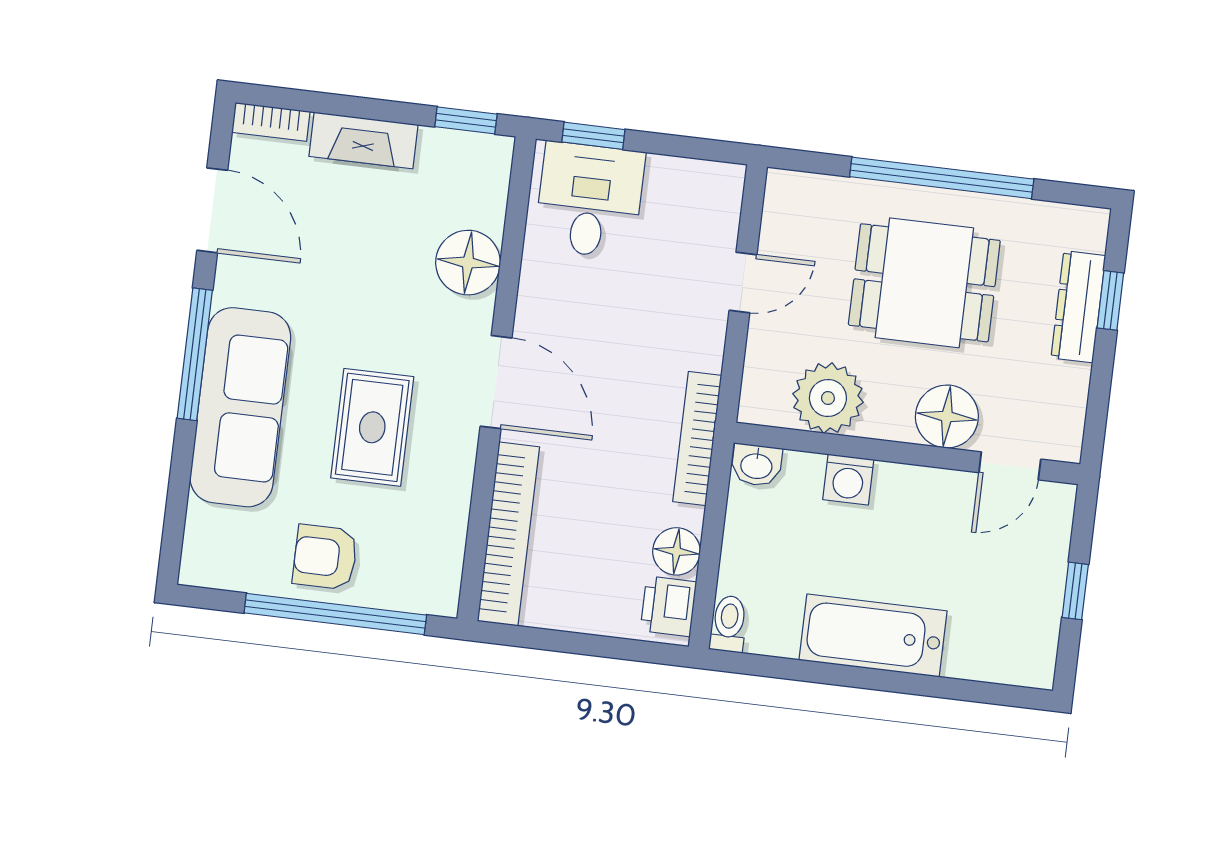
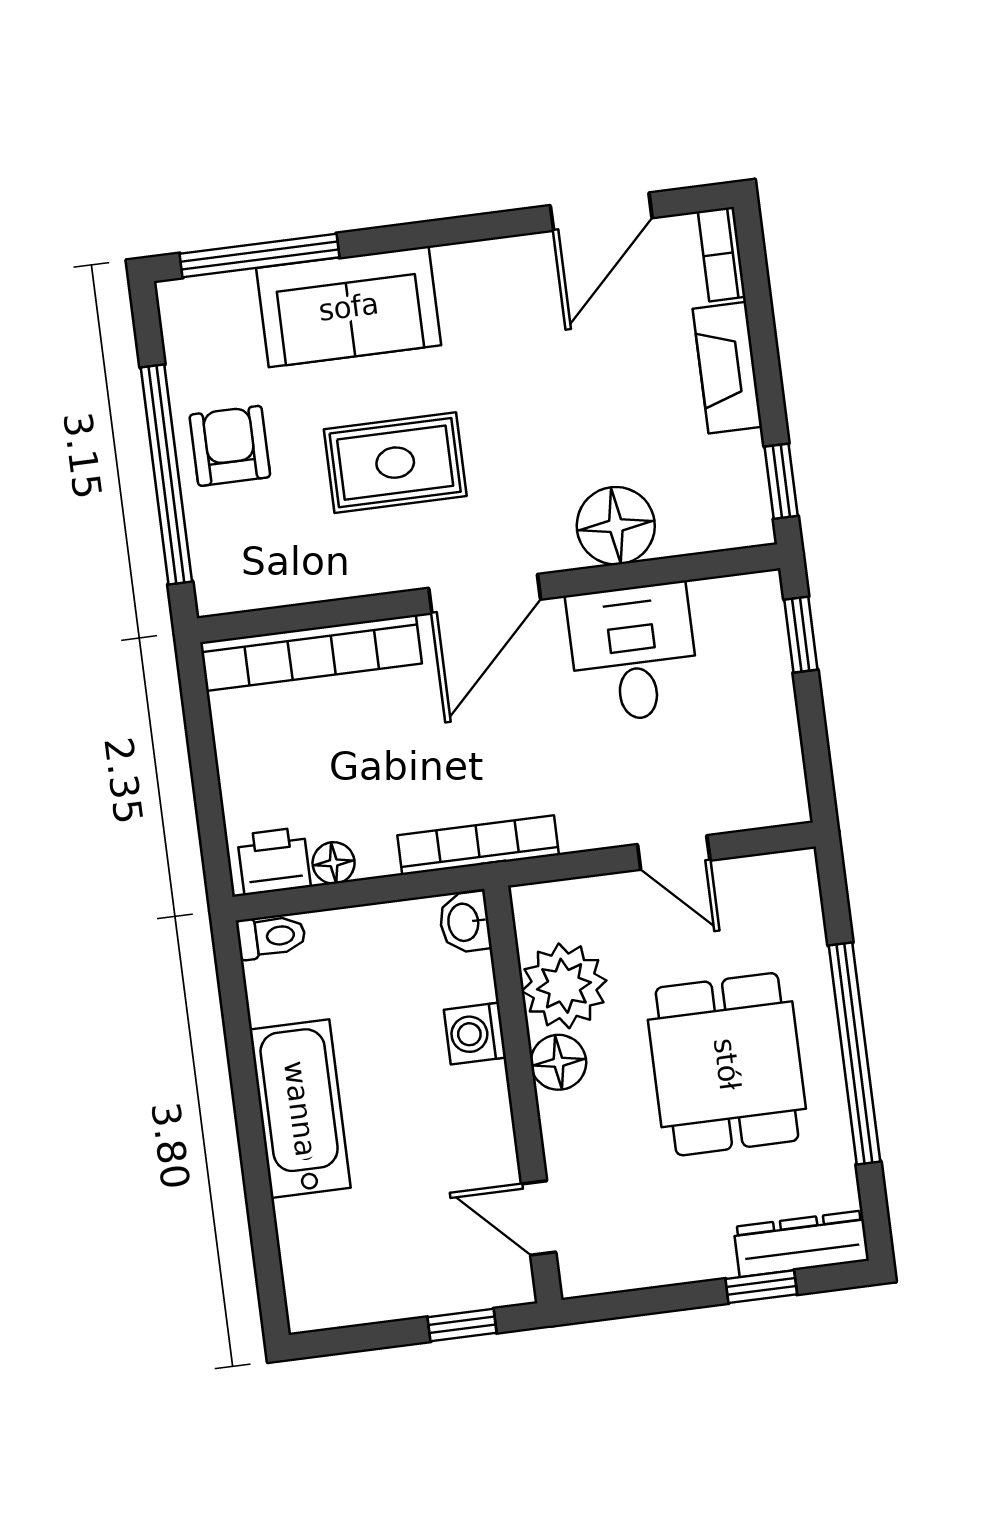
desk: (590, 200) -> (633, 653), moved, turned -90
dresser: (1078, 307) -> (801, 1244), moved
window: (195, 354) -> (260, 255), moved
sofa: (240, 407) -> (349, 307), width x0.73
floor lamp: (947, 417) -> (558, 1062), moved, width x0.73, depth x0.73
floor lamp: (676, 551) -> (334, 863), width x0.73, depth x0.73
window: (1075, 591) -> (462, 1325), moved

